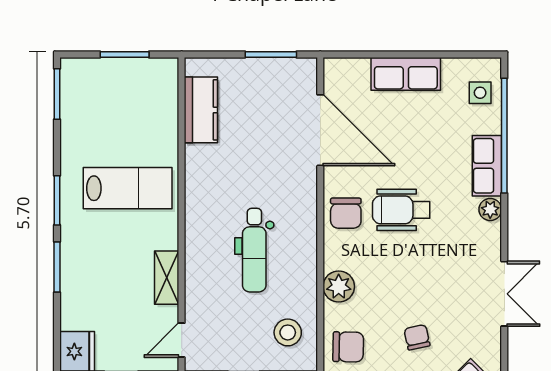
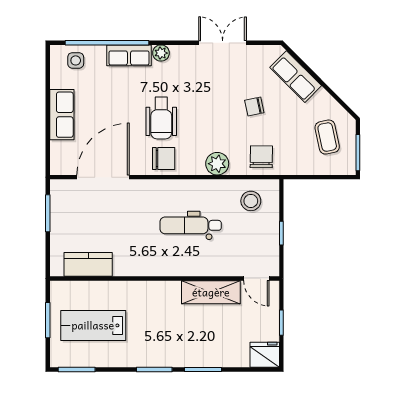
lab bench: (128, 188) -> (93, 325), moved, turned -90
dental chair: (254, 250) -> (191, 225), turned 180
shelving: (167, 278) -> (211, 292), width x1.50, depth x1.33

